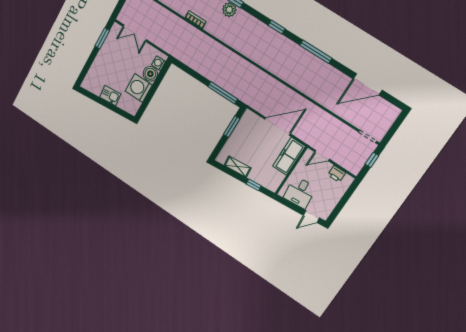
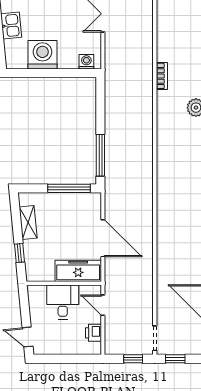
boiler: (150, 74) -> (68, 59), removed
window: (232, 127) -> (69, 188), width x1.44
window: (391, 132) -> (175, 359), added
desk: (300, 192) -> (63, 302), moved, turned 95

